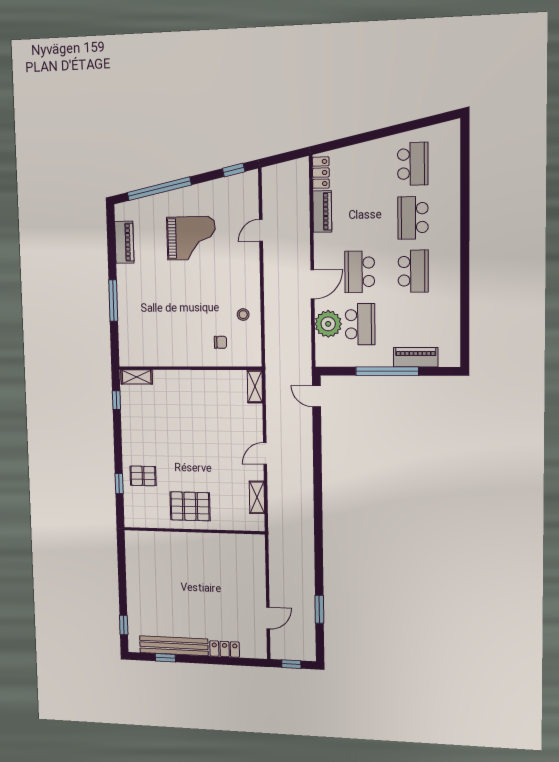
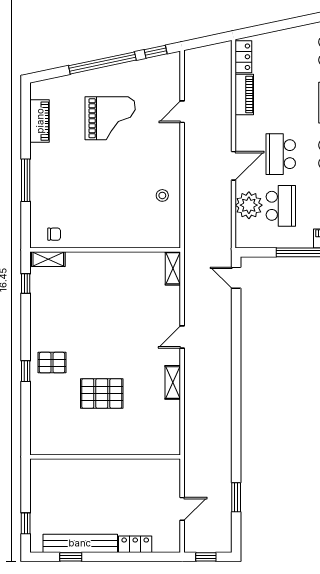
window: (159, 189) -> (102, 63), moved
chair: (220, 342) -> (54, 234), moved
wall: (194, 531) -> (105, 457), moved

